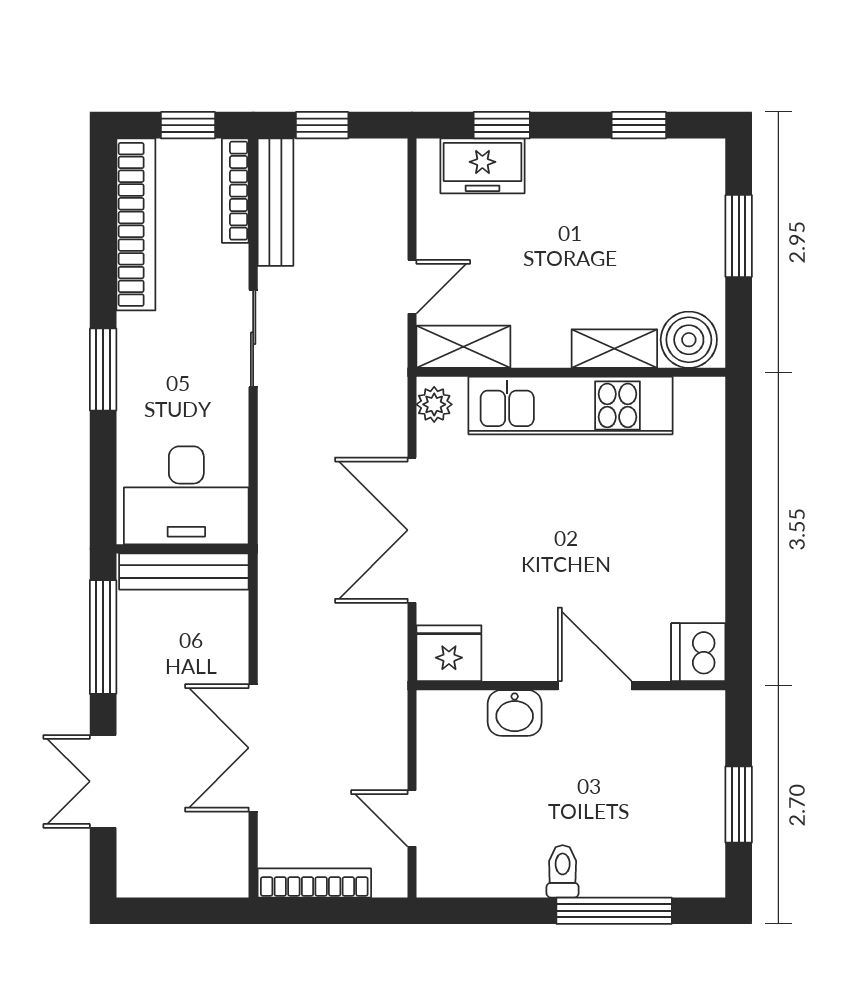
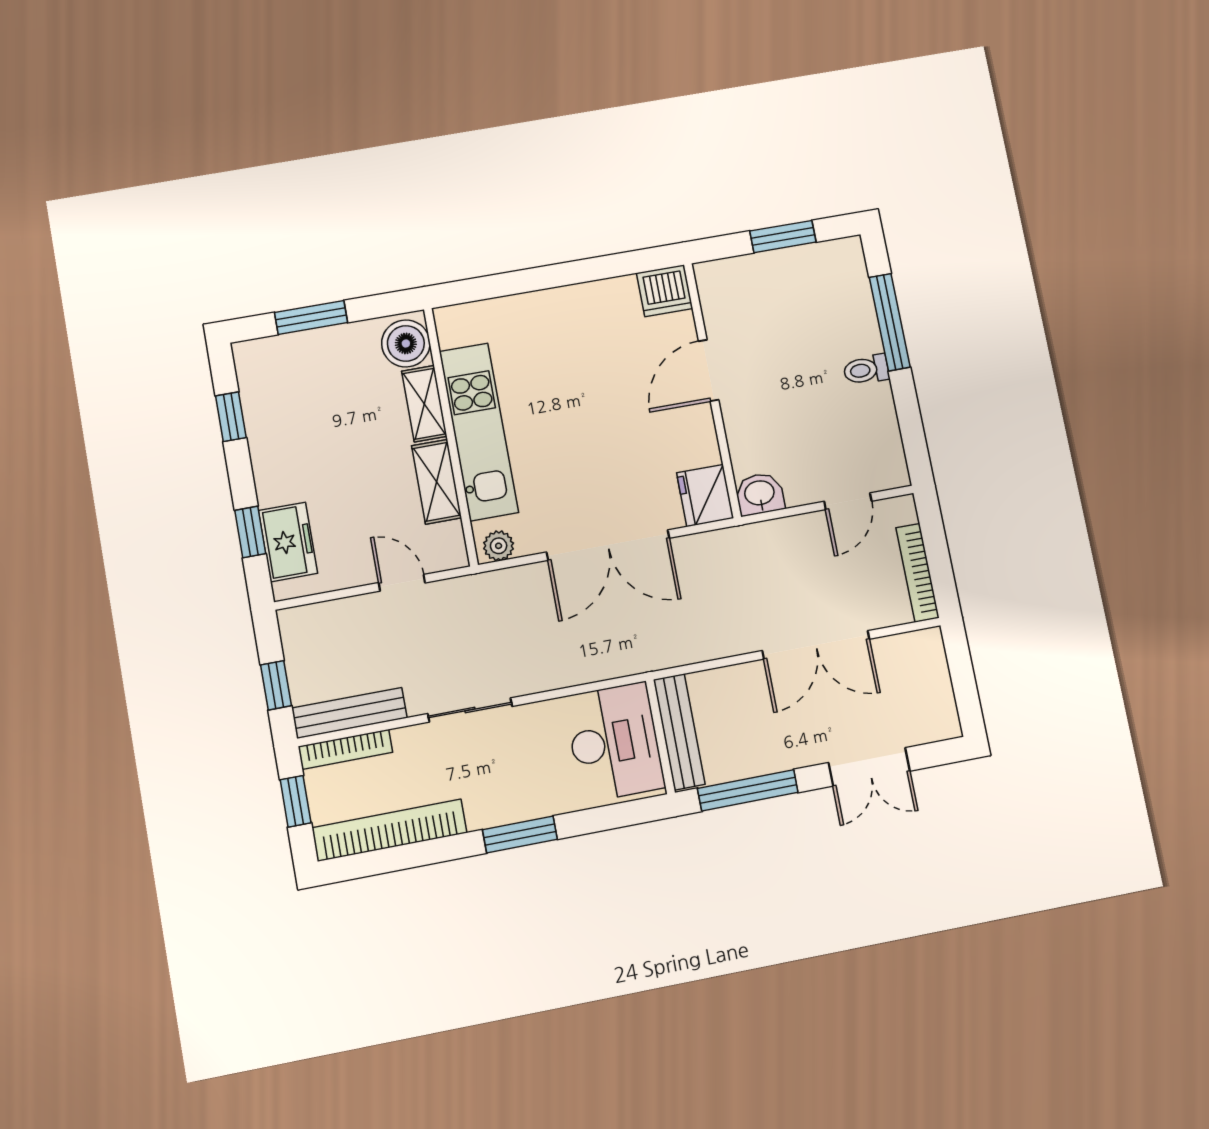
shelving: (463, 347) -> (437, 482), moved
washbasin: (515, 713) -> (760, 494), moved, turned -90

